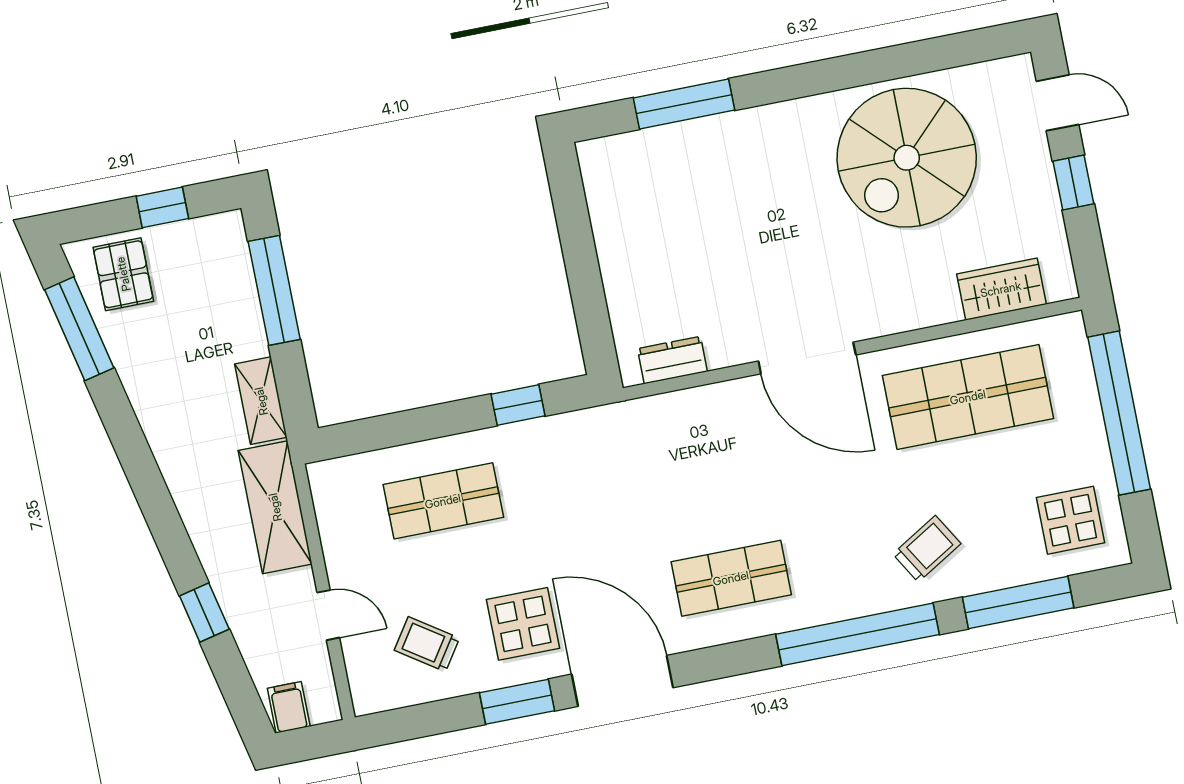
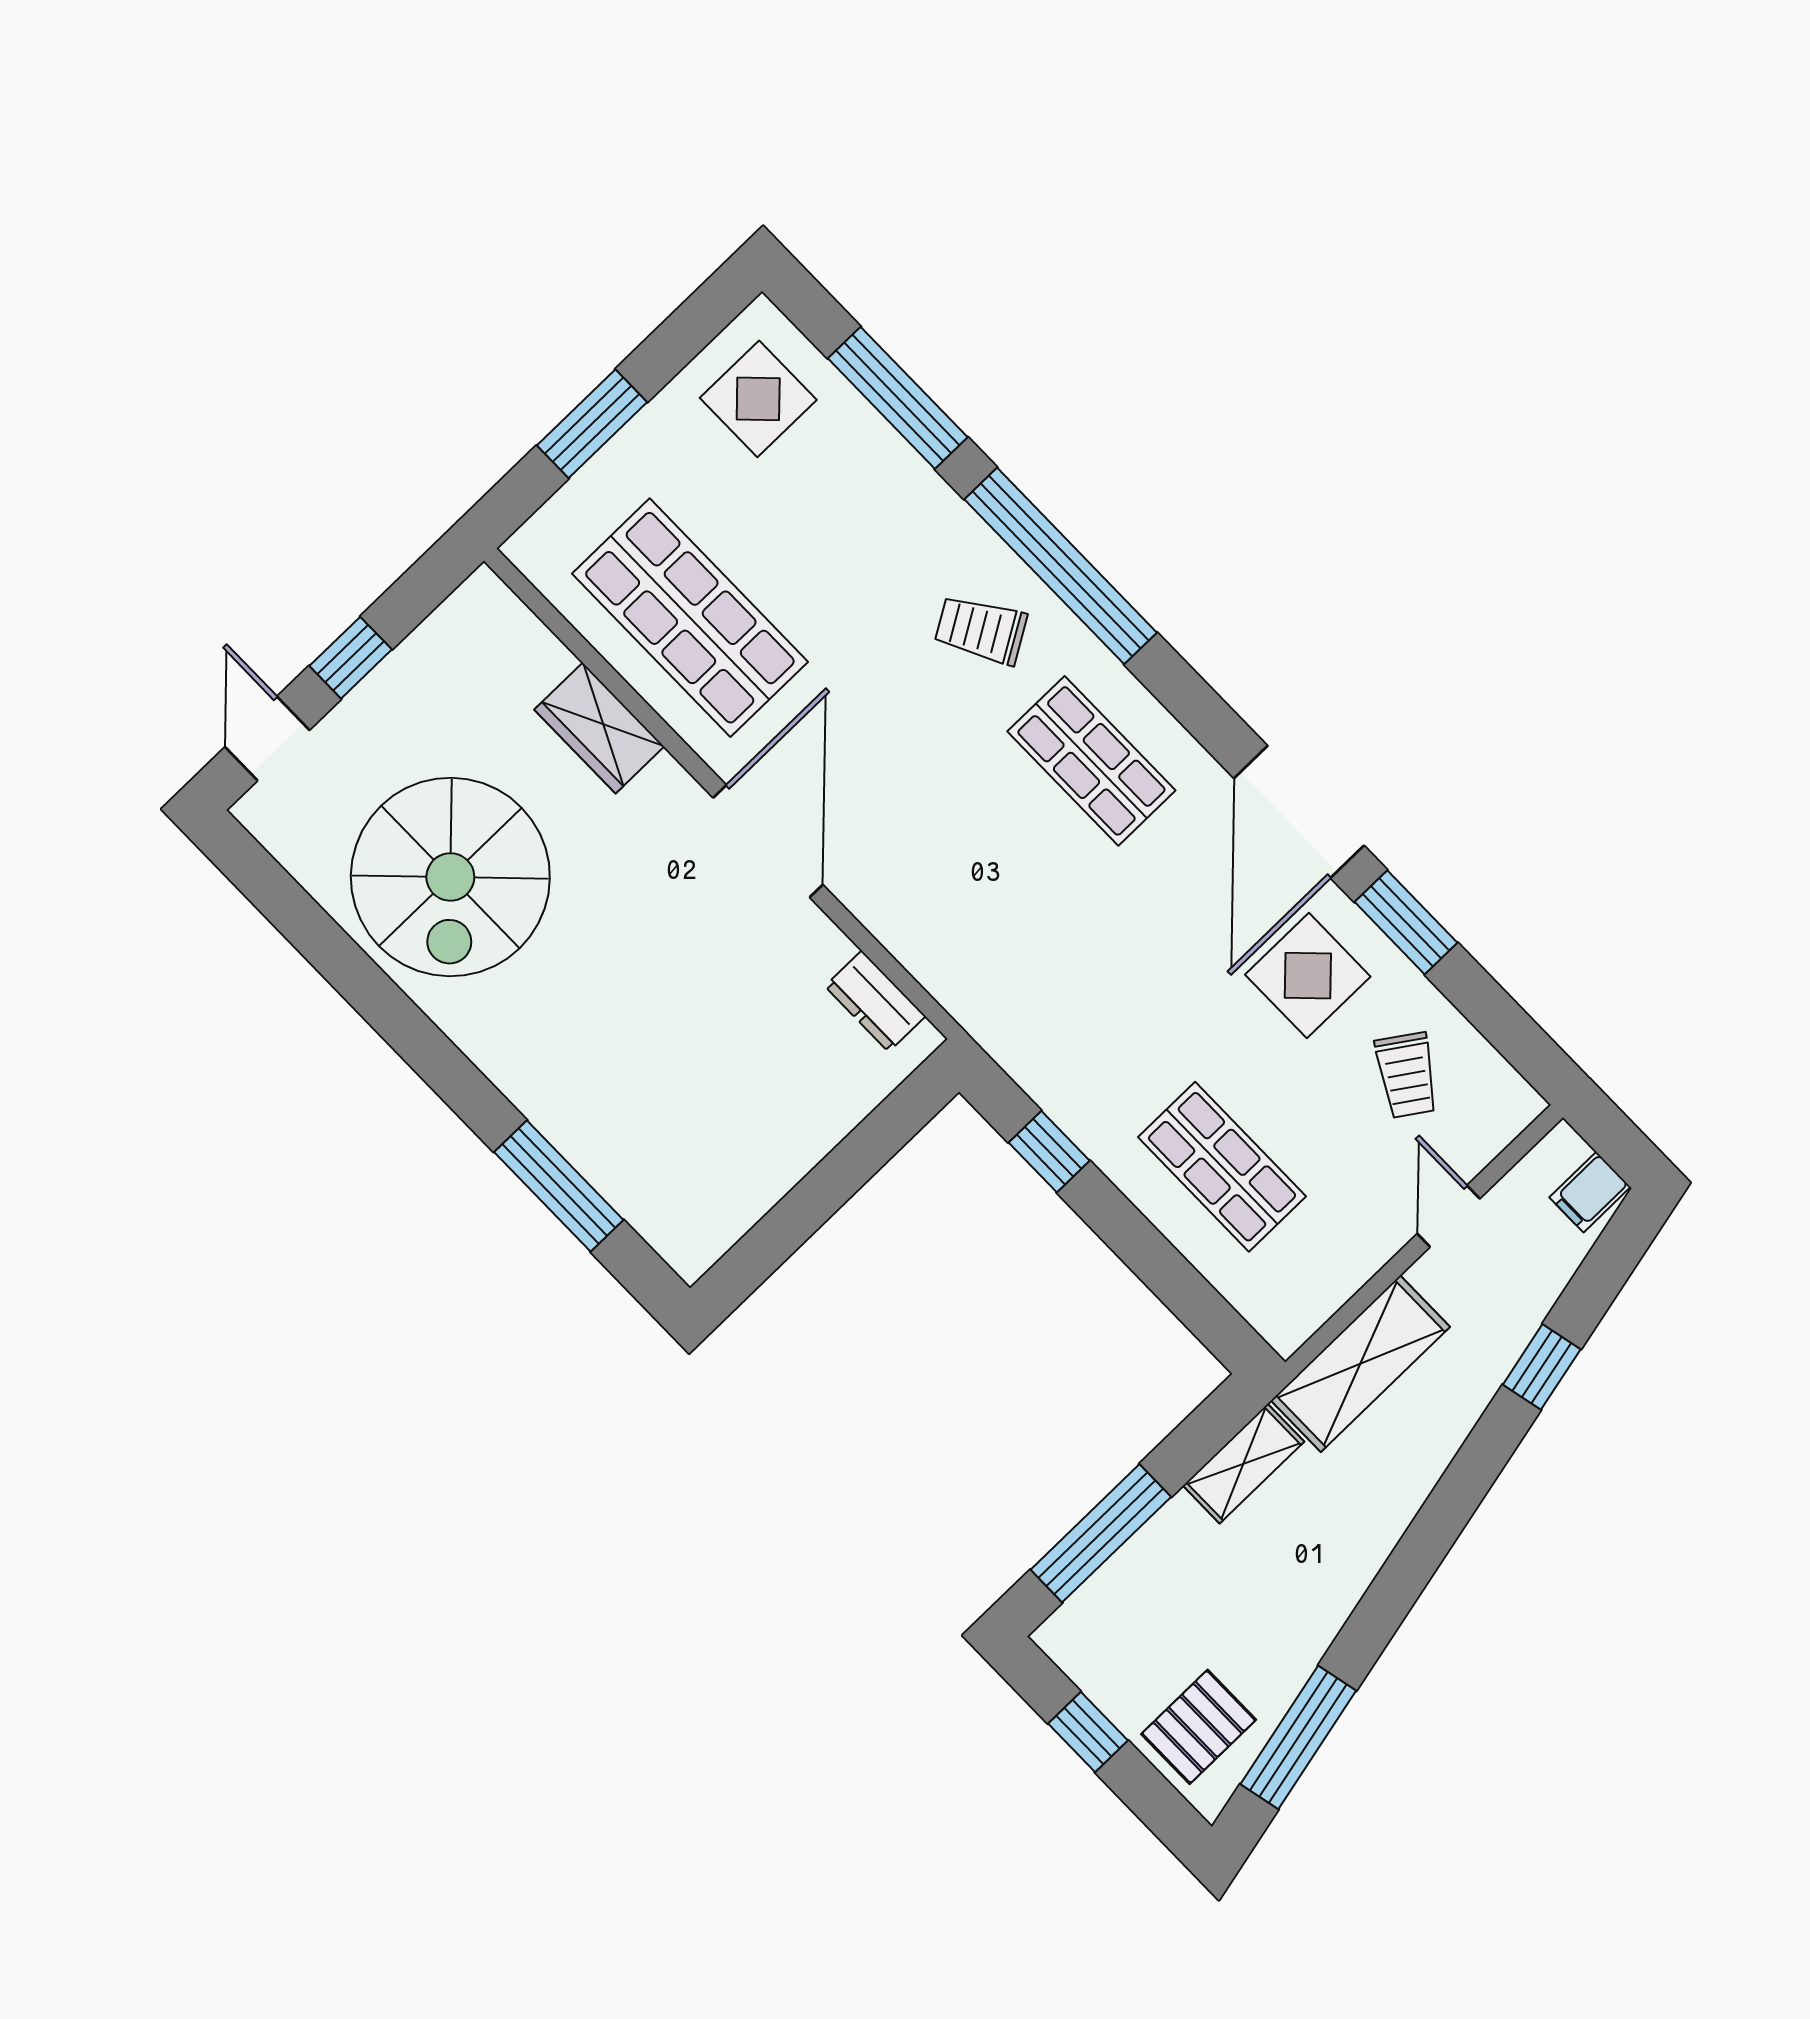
spiral stairs: (907, 158) -> (450, 877), turned 90
wardrobe: (1001, 289) -> (599, 728), moved
window: (1119, 413) -> (592, 424), width x0.47
trolley: (927, 549) -> (981, 630), moved

